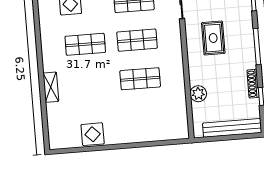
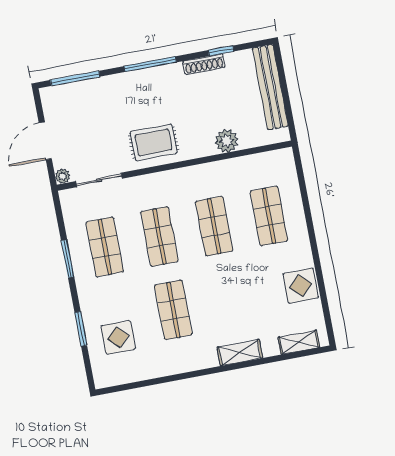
rug: (213, 38) -> (154, 142), moved
shop shelf: (143, 117) -> (269, 216), added
shelving: (54, 129) -> (299, 342), added

